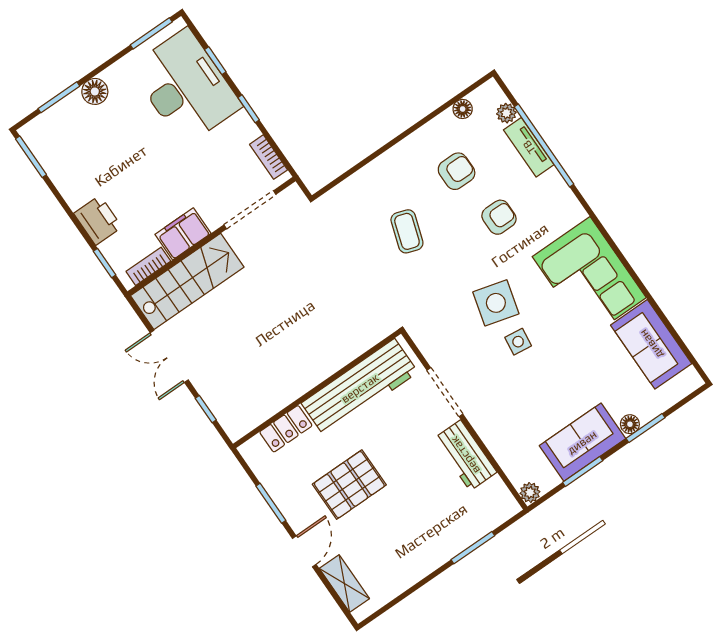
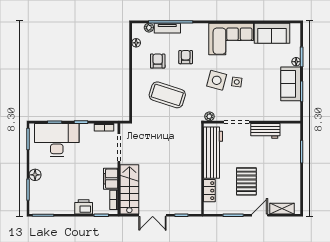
coffee table: (407, 231) -> (167, 95), width x1.86, depth x1.72
plant: (530, 493) -> (209, 116), moved
door: (304, 551) -> (260, 215), hinge flipped

